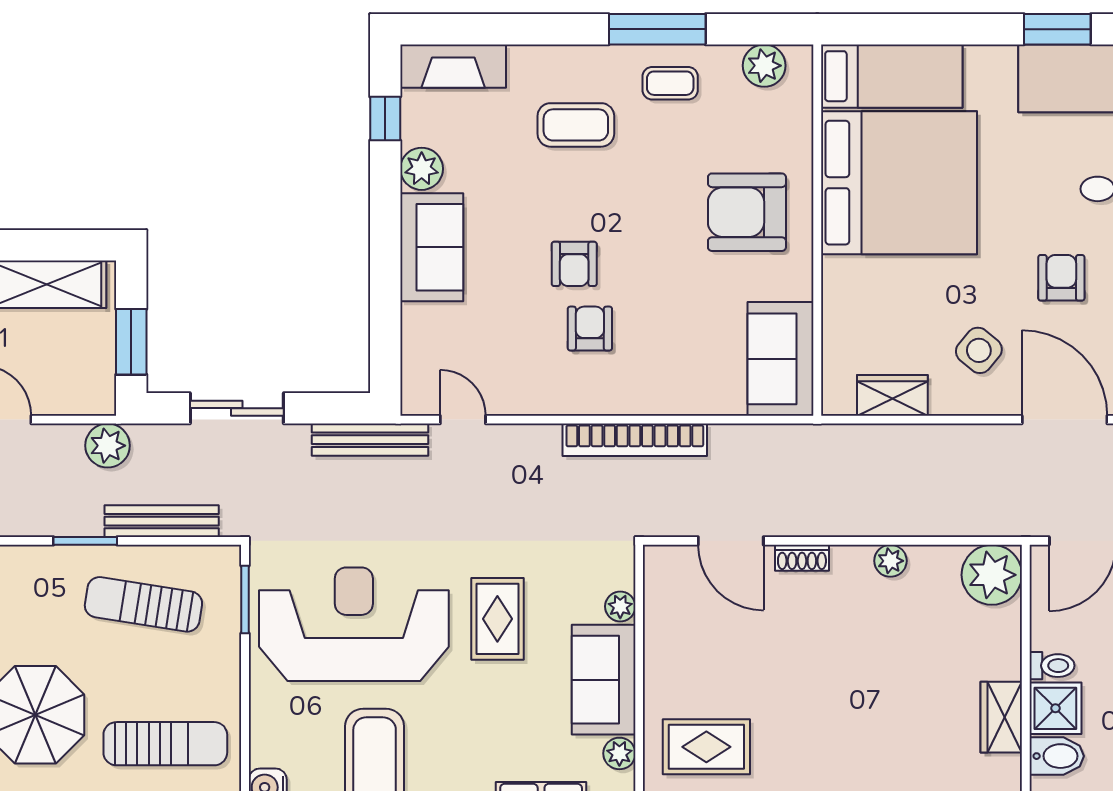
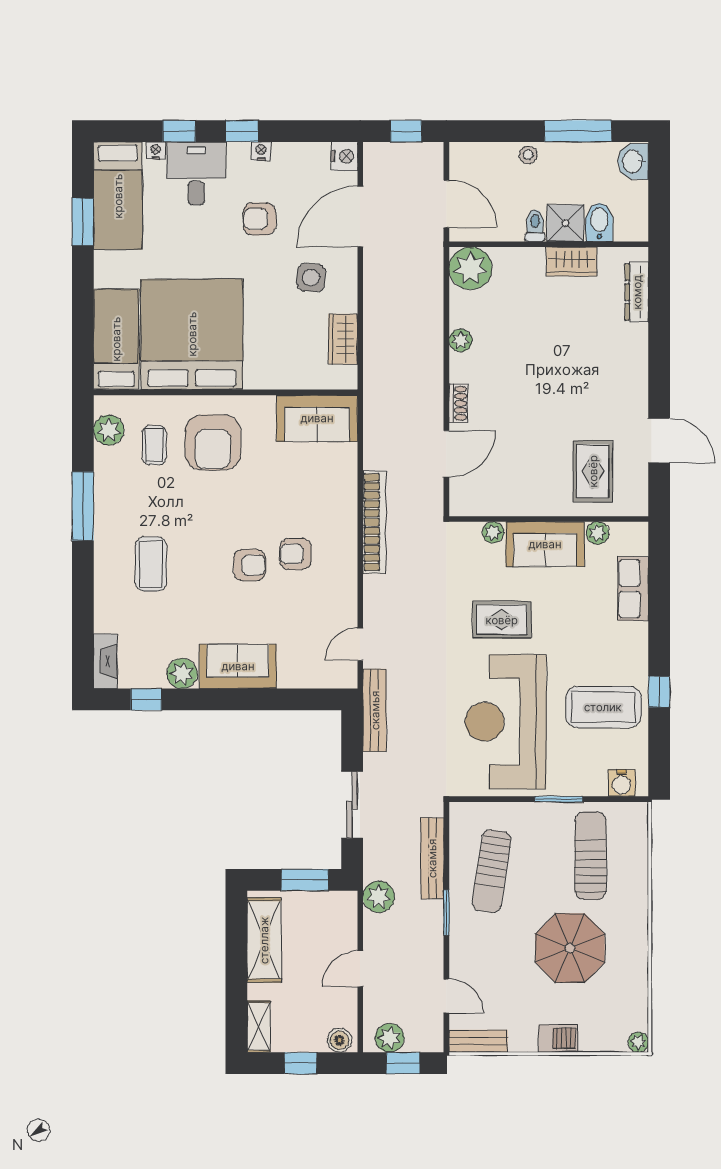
fireplace: (453, 66) -> (105, 661), width x0.73, depth x0.76
coffee table: (670, 83) -> (154, 445), moved
side table: (979, 350) -> (311, 278), turned -35
window: (245, 599) -> (559, 799), moved

